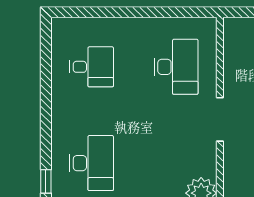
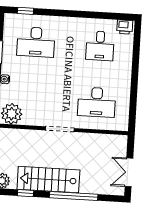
printer: (61, 31) -> (125, 27), added

